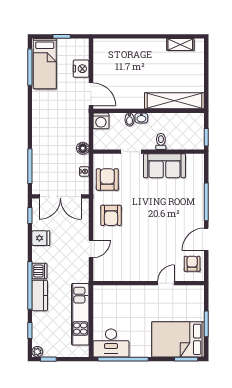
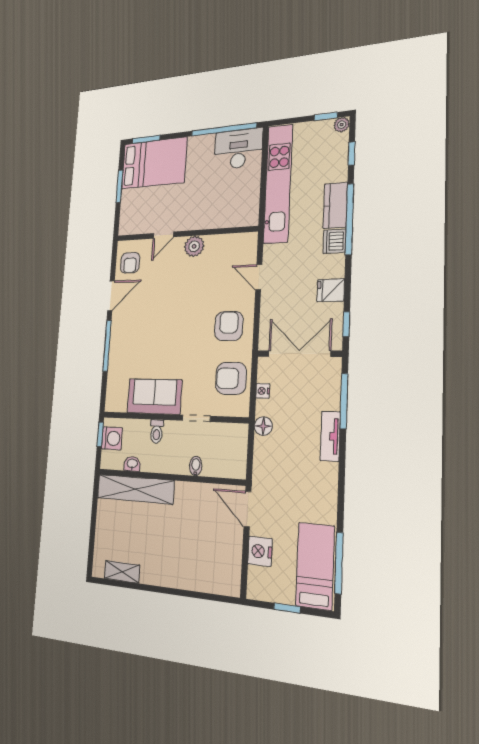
washbasin: (141, 118) -> (132, 464), moved
washing machine: (101, 121) -> (112, 438), moved, turned 90
tv unit: (38, 144) -> (330, 436), added
armchair: (107, 179) -> (231, 378), turned 90
door: (91, 249) -> (259, 277), hinge flipped
plant: (141, 273) -> (194, 246), added
kitchen unit: (80, 314) -> (278, 184), width x1.36

